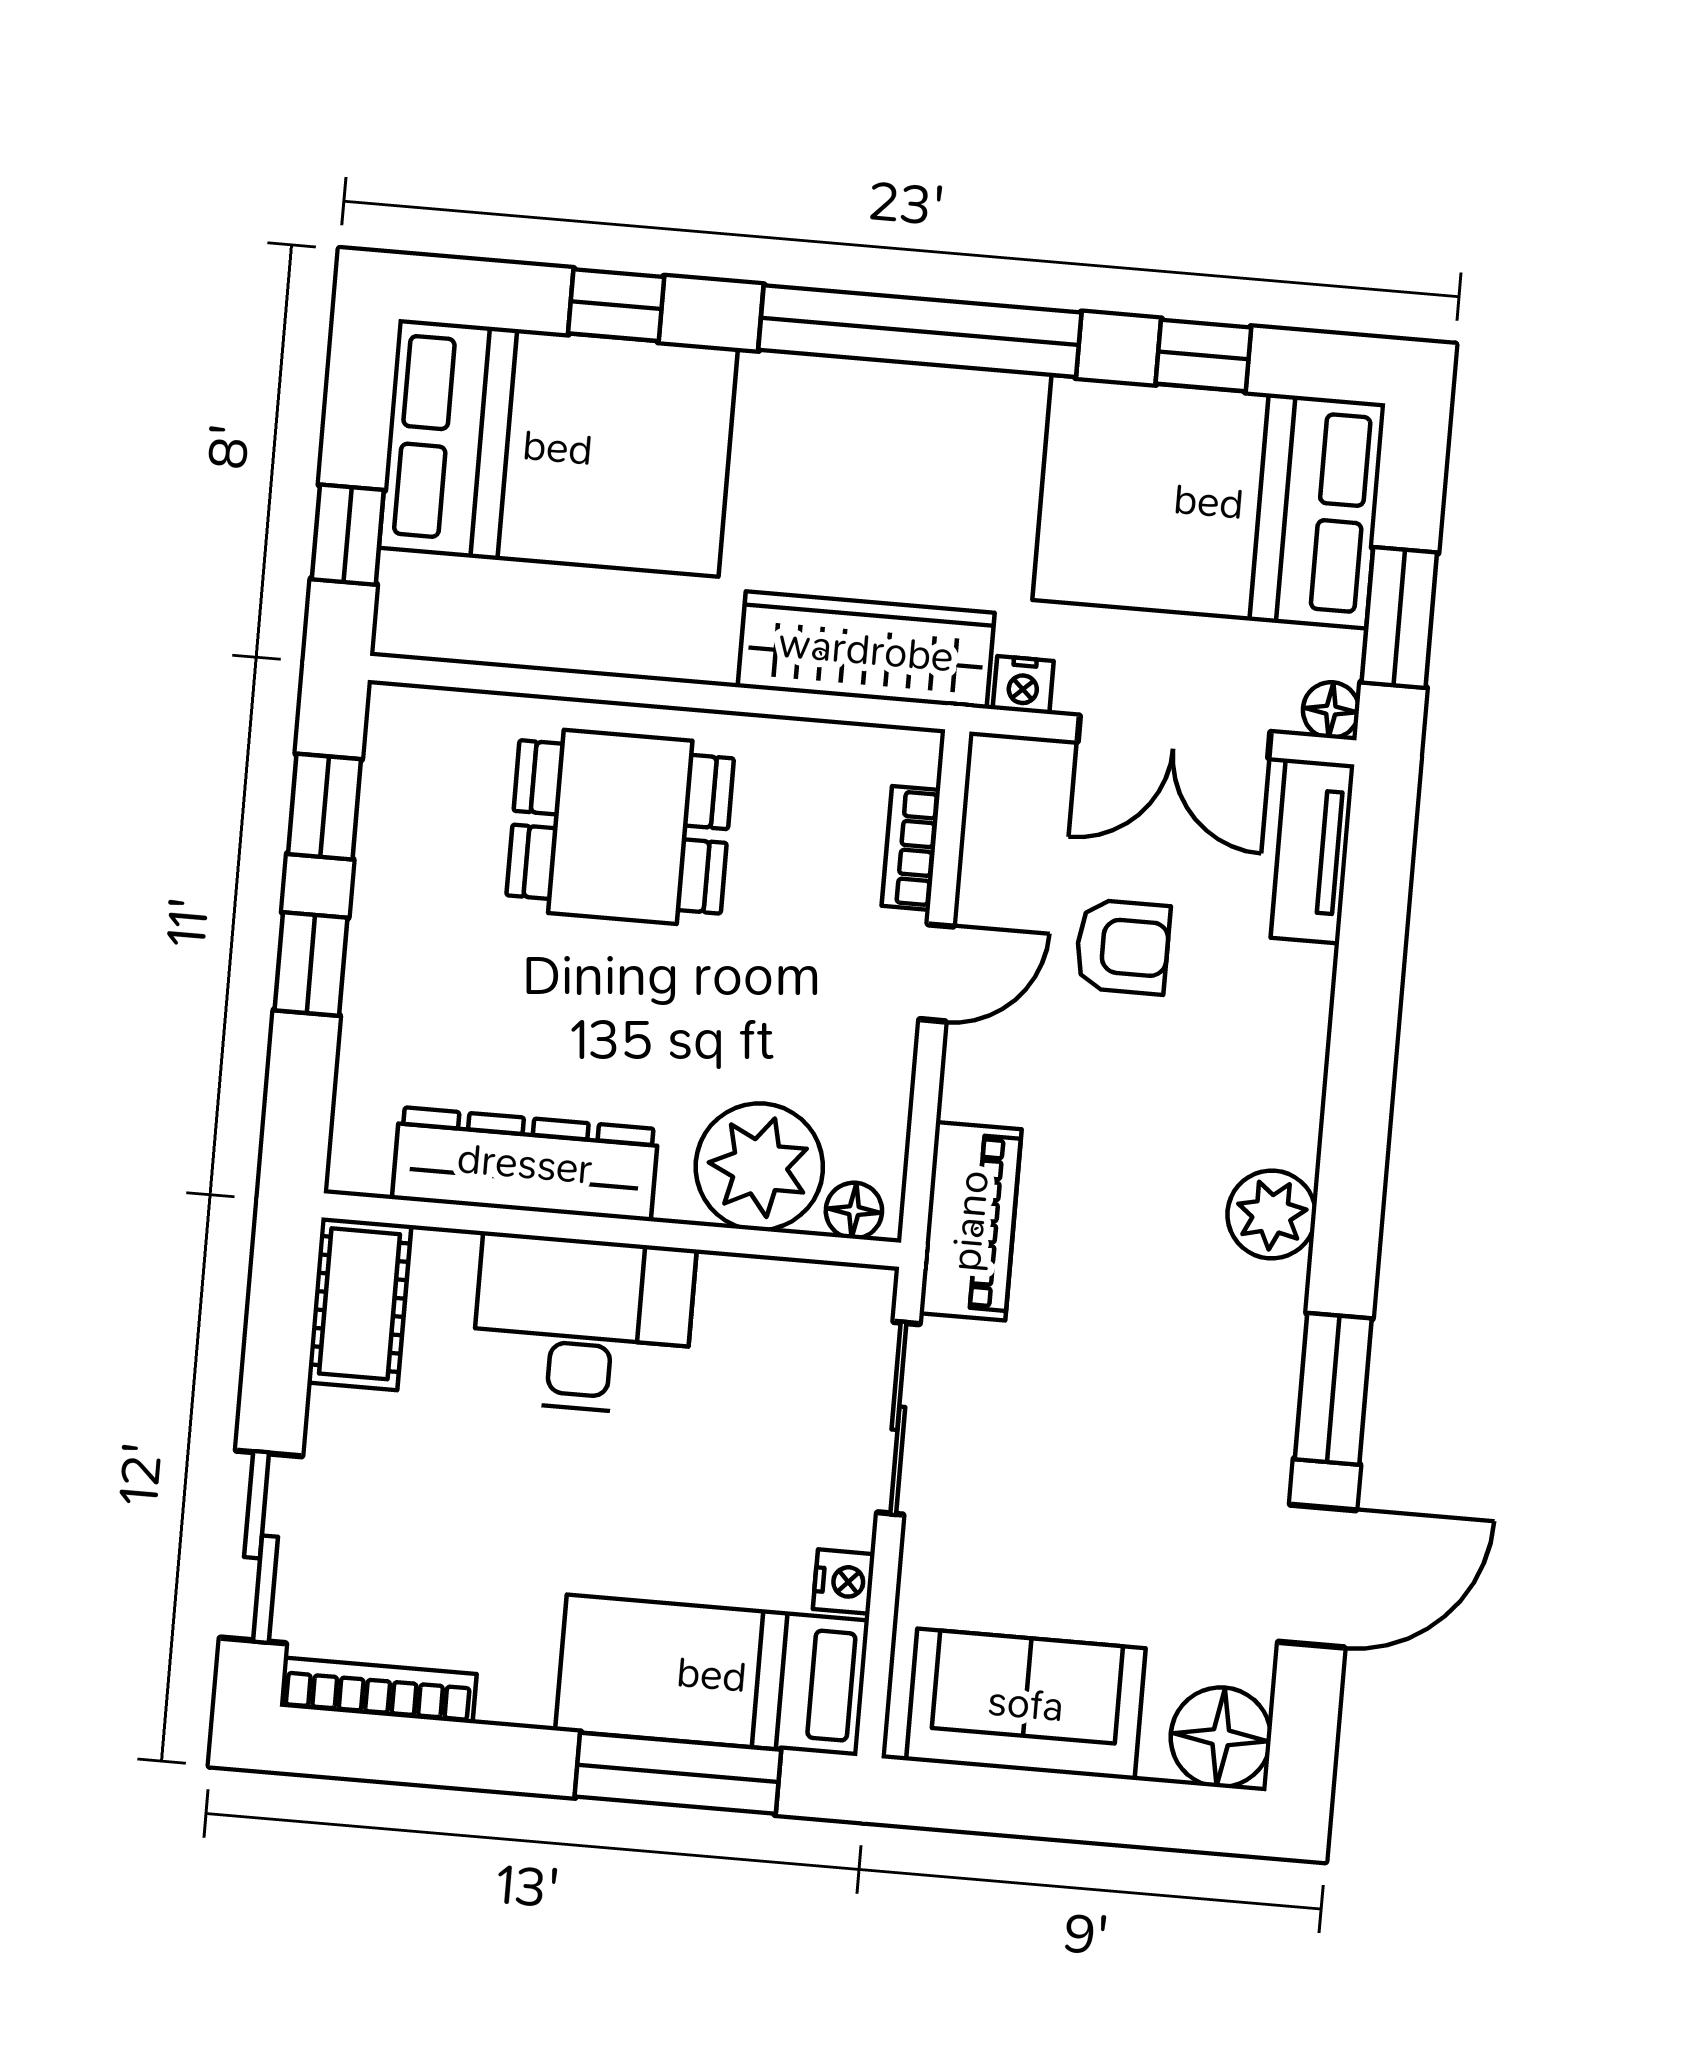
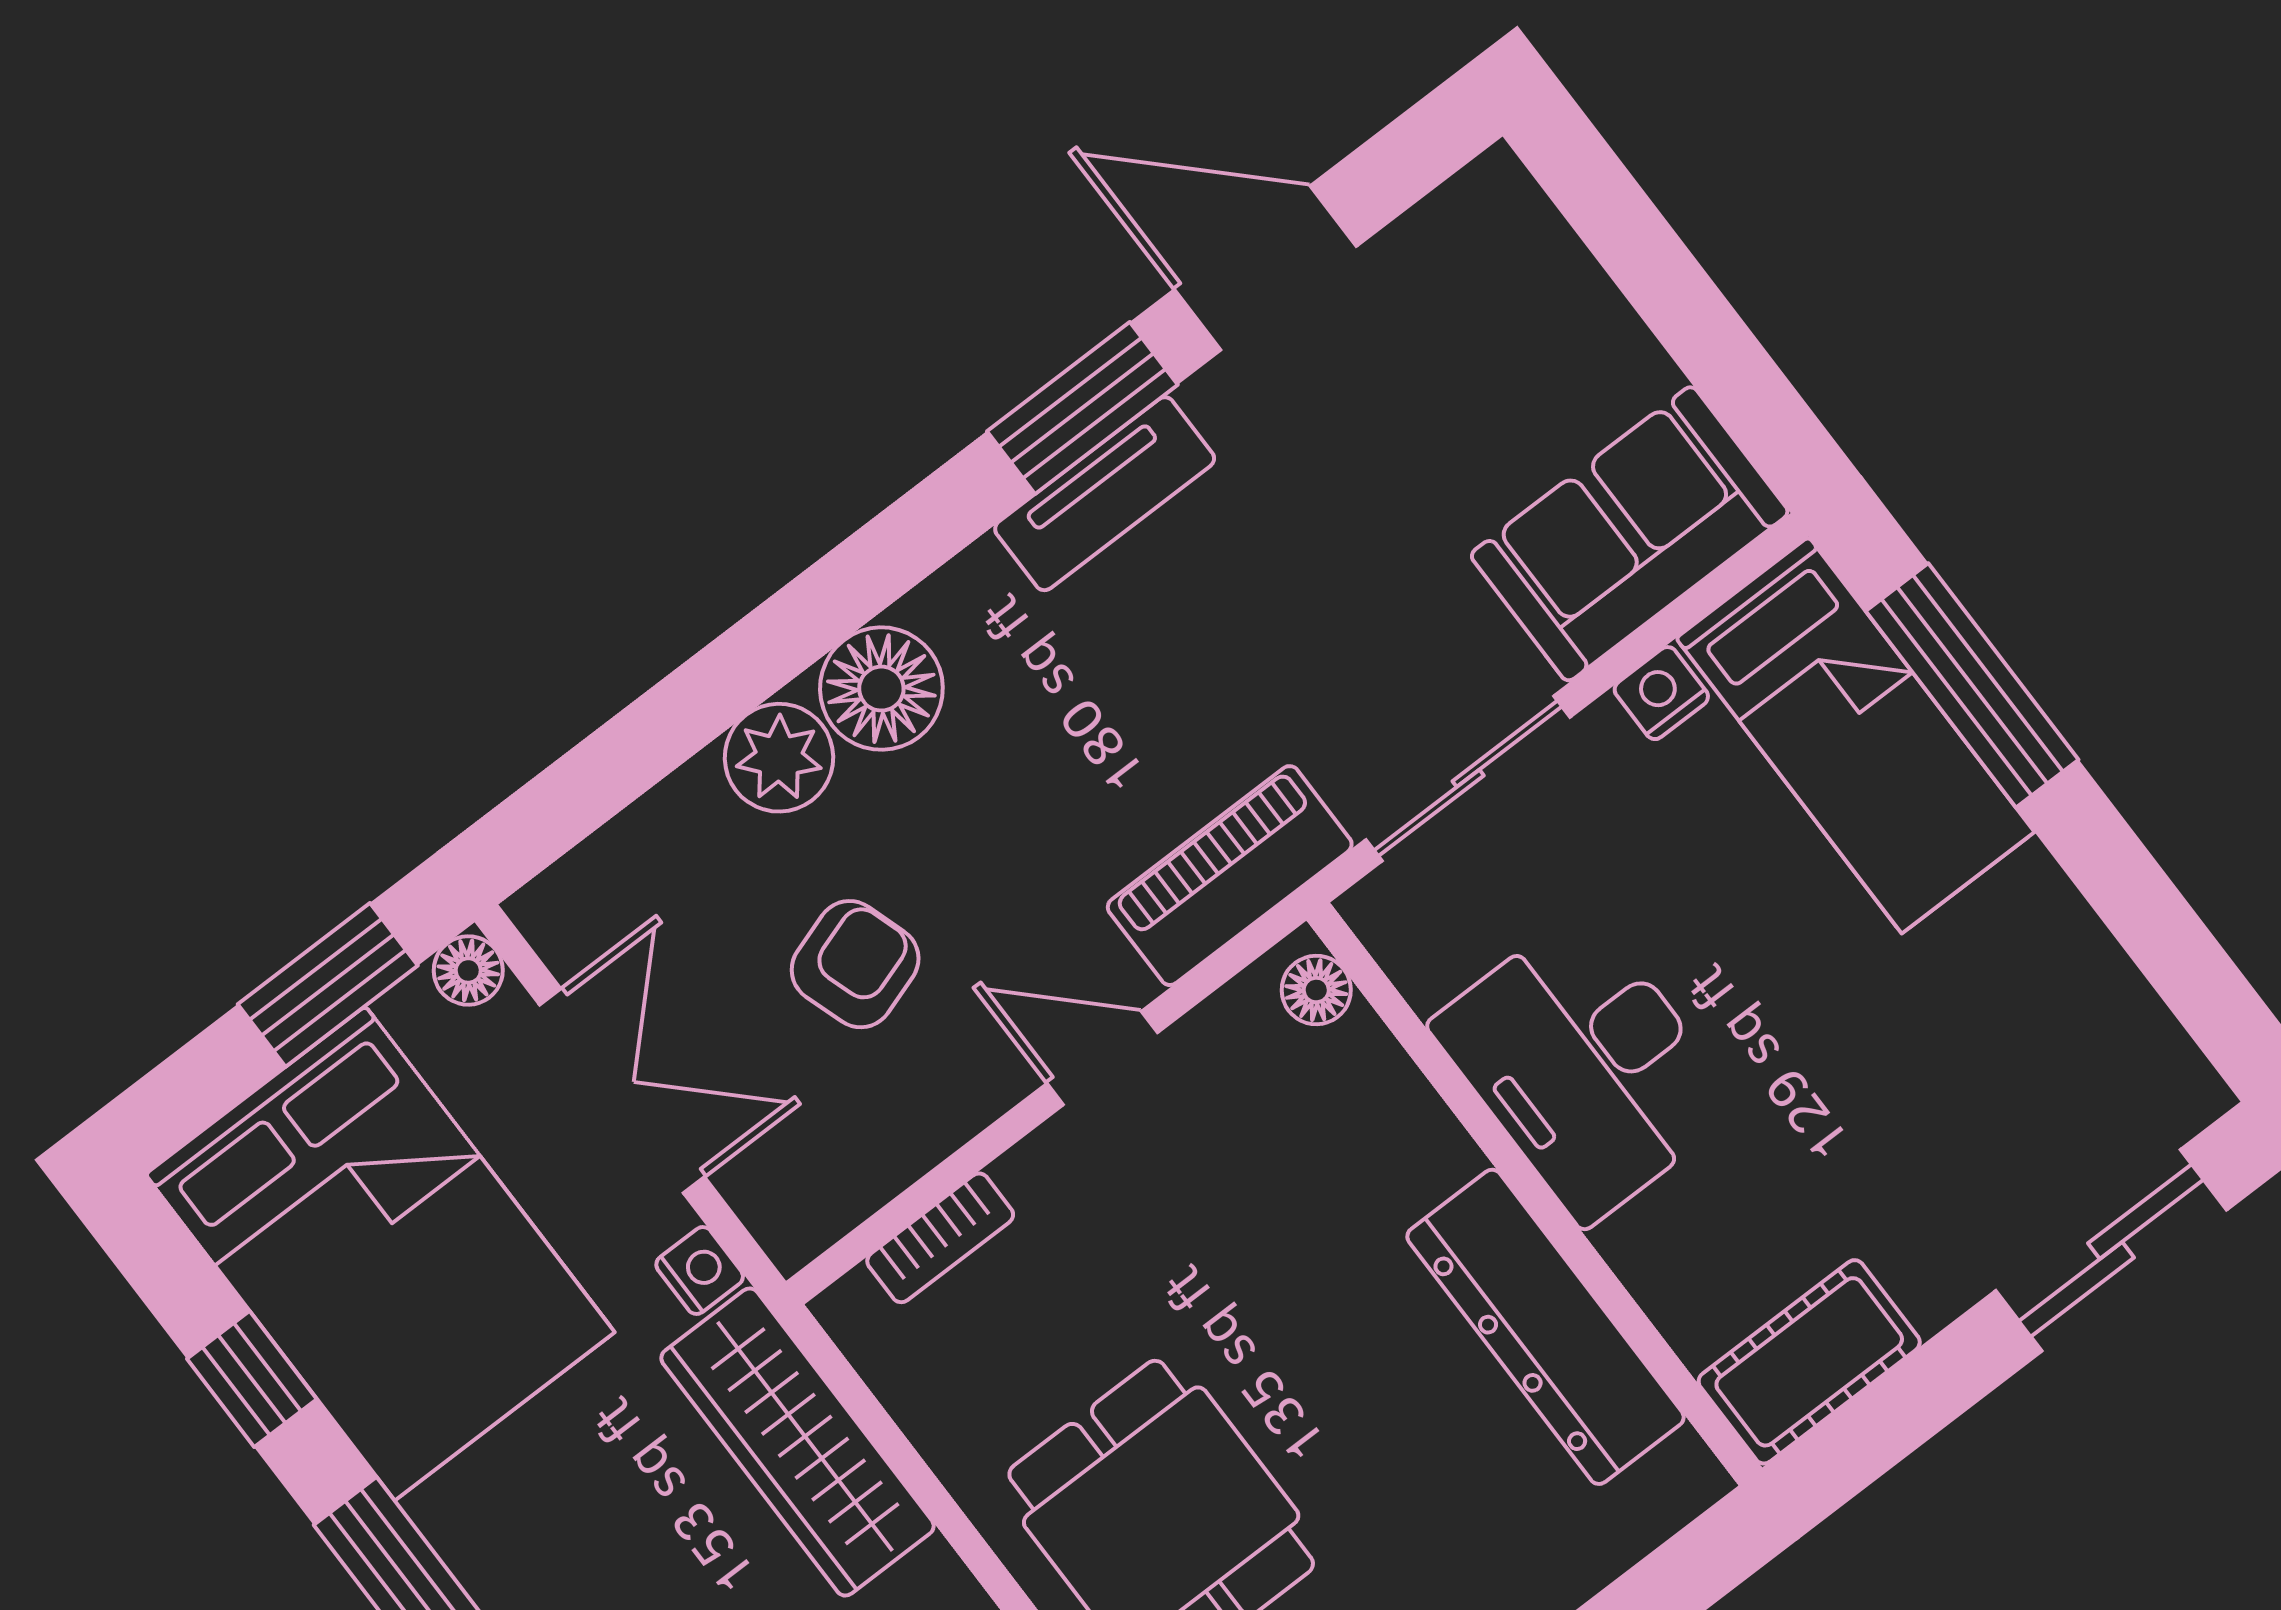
tv unit: (1313, 851) -> (1105, 494), moved
armchair: (1123, 947) -> (855, 964), turned 72
door: (937, 973) -> (1102, 1058), moved
plant: (759, 1167) -> (1355, 1112), removed
plant: (1272, 1214) -> (779, 758), moved
desk: (583, 1324) -> (1585, 1066), moved
bookcase: (378, 1690) -> (2144, 1026), removed
sofa: (1026, 1704) -> (1630, 534), moved, turned 90
floor lamp: (1221, 1737) -> (881, 689), moved

